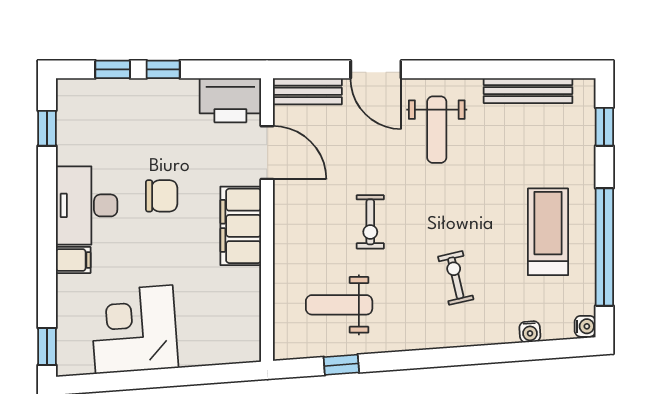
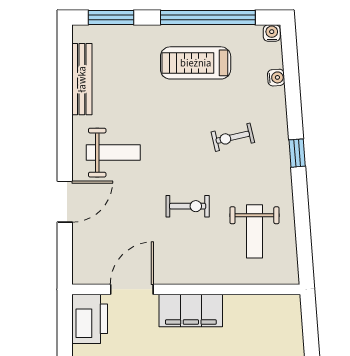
bench: (307, 91) -> (82, 257), removed
window: (604, 127) -> (111, 17), width x1.50
window: (341, 365) -> (297, 153), moved

